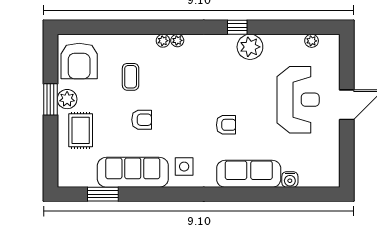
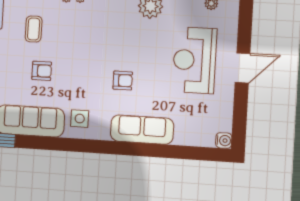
reception desk: (298, 100) -> (195, 60), turned 180
water cooler: (290, 179) -> (224, 140), moved, turned -90

